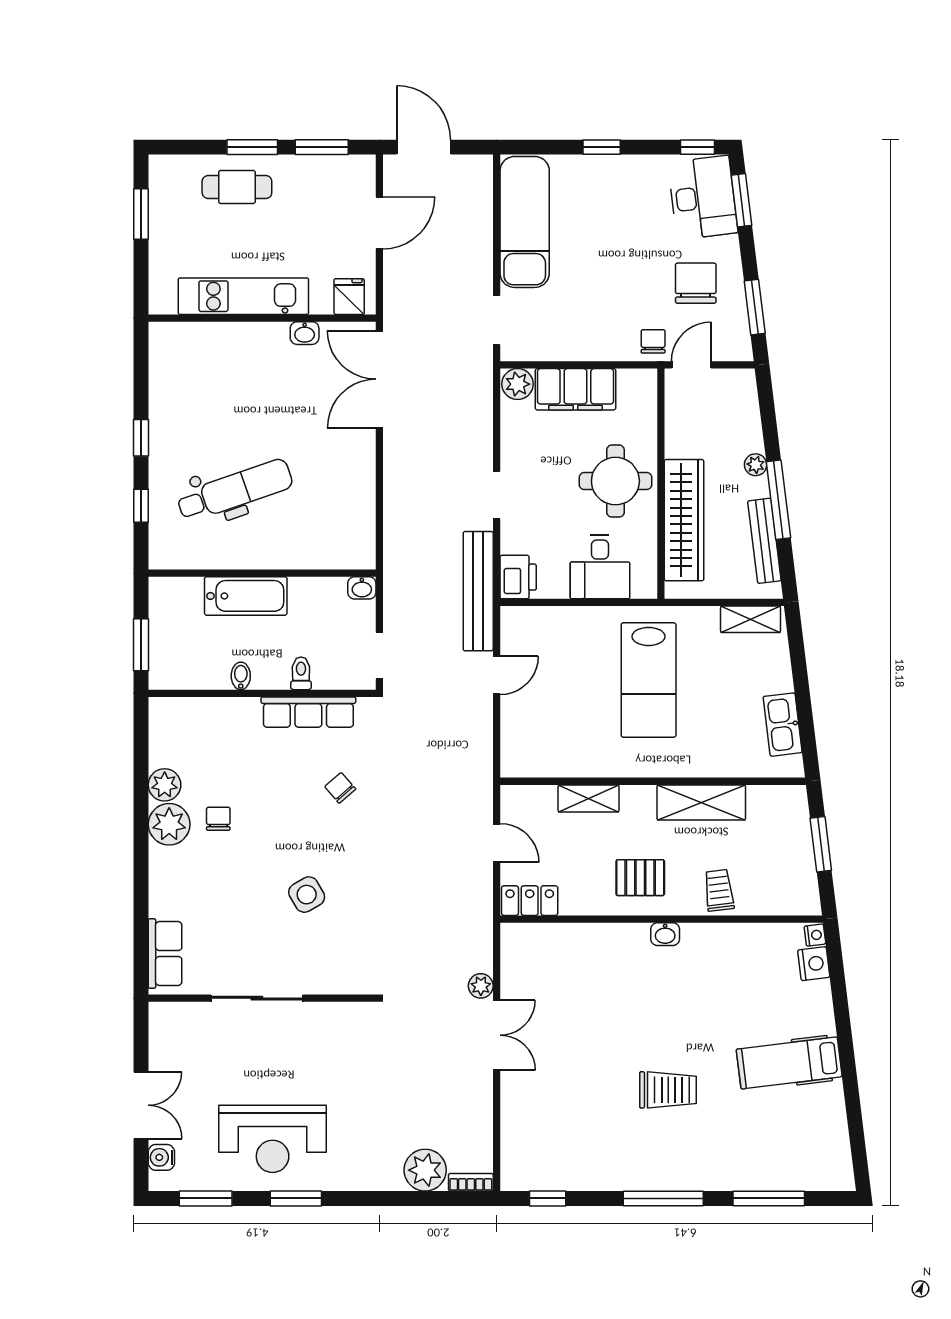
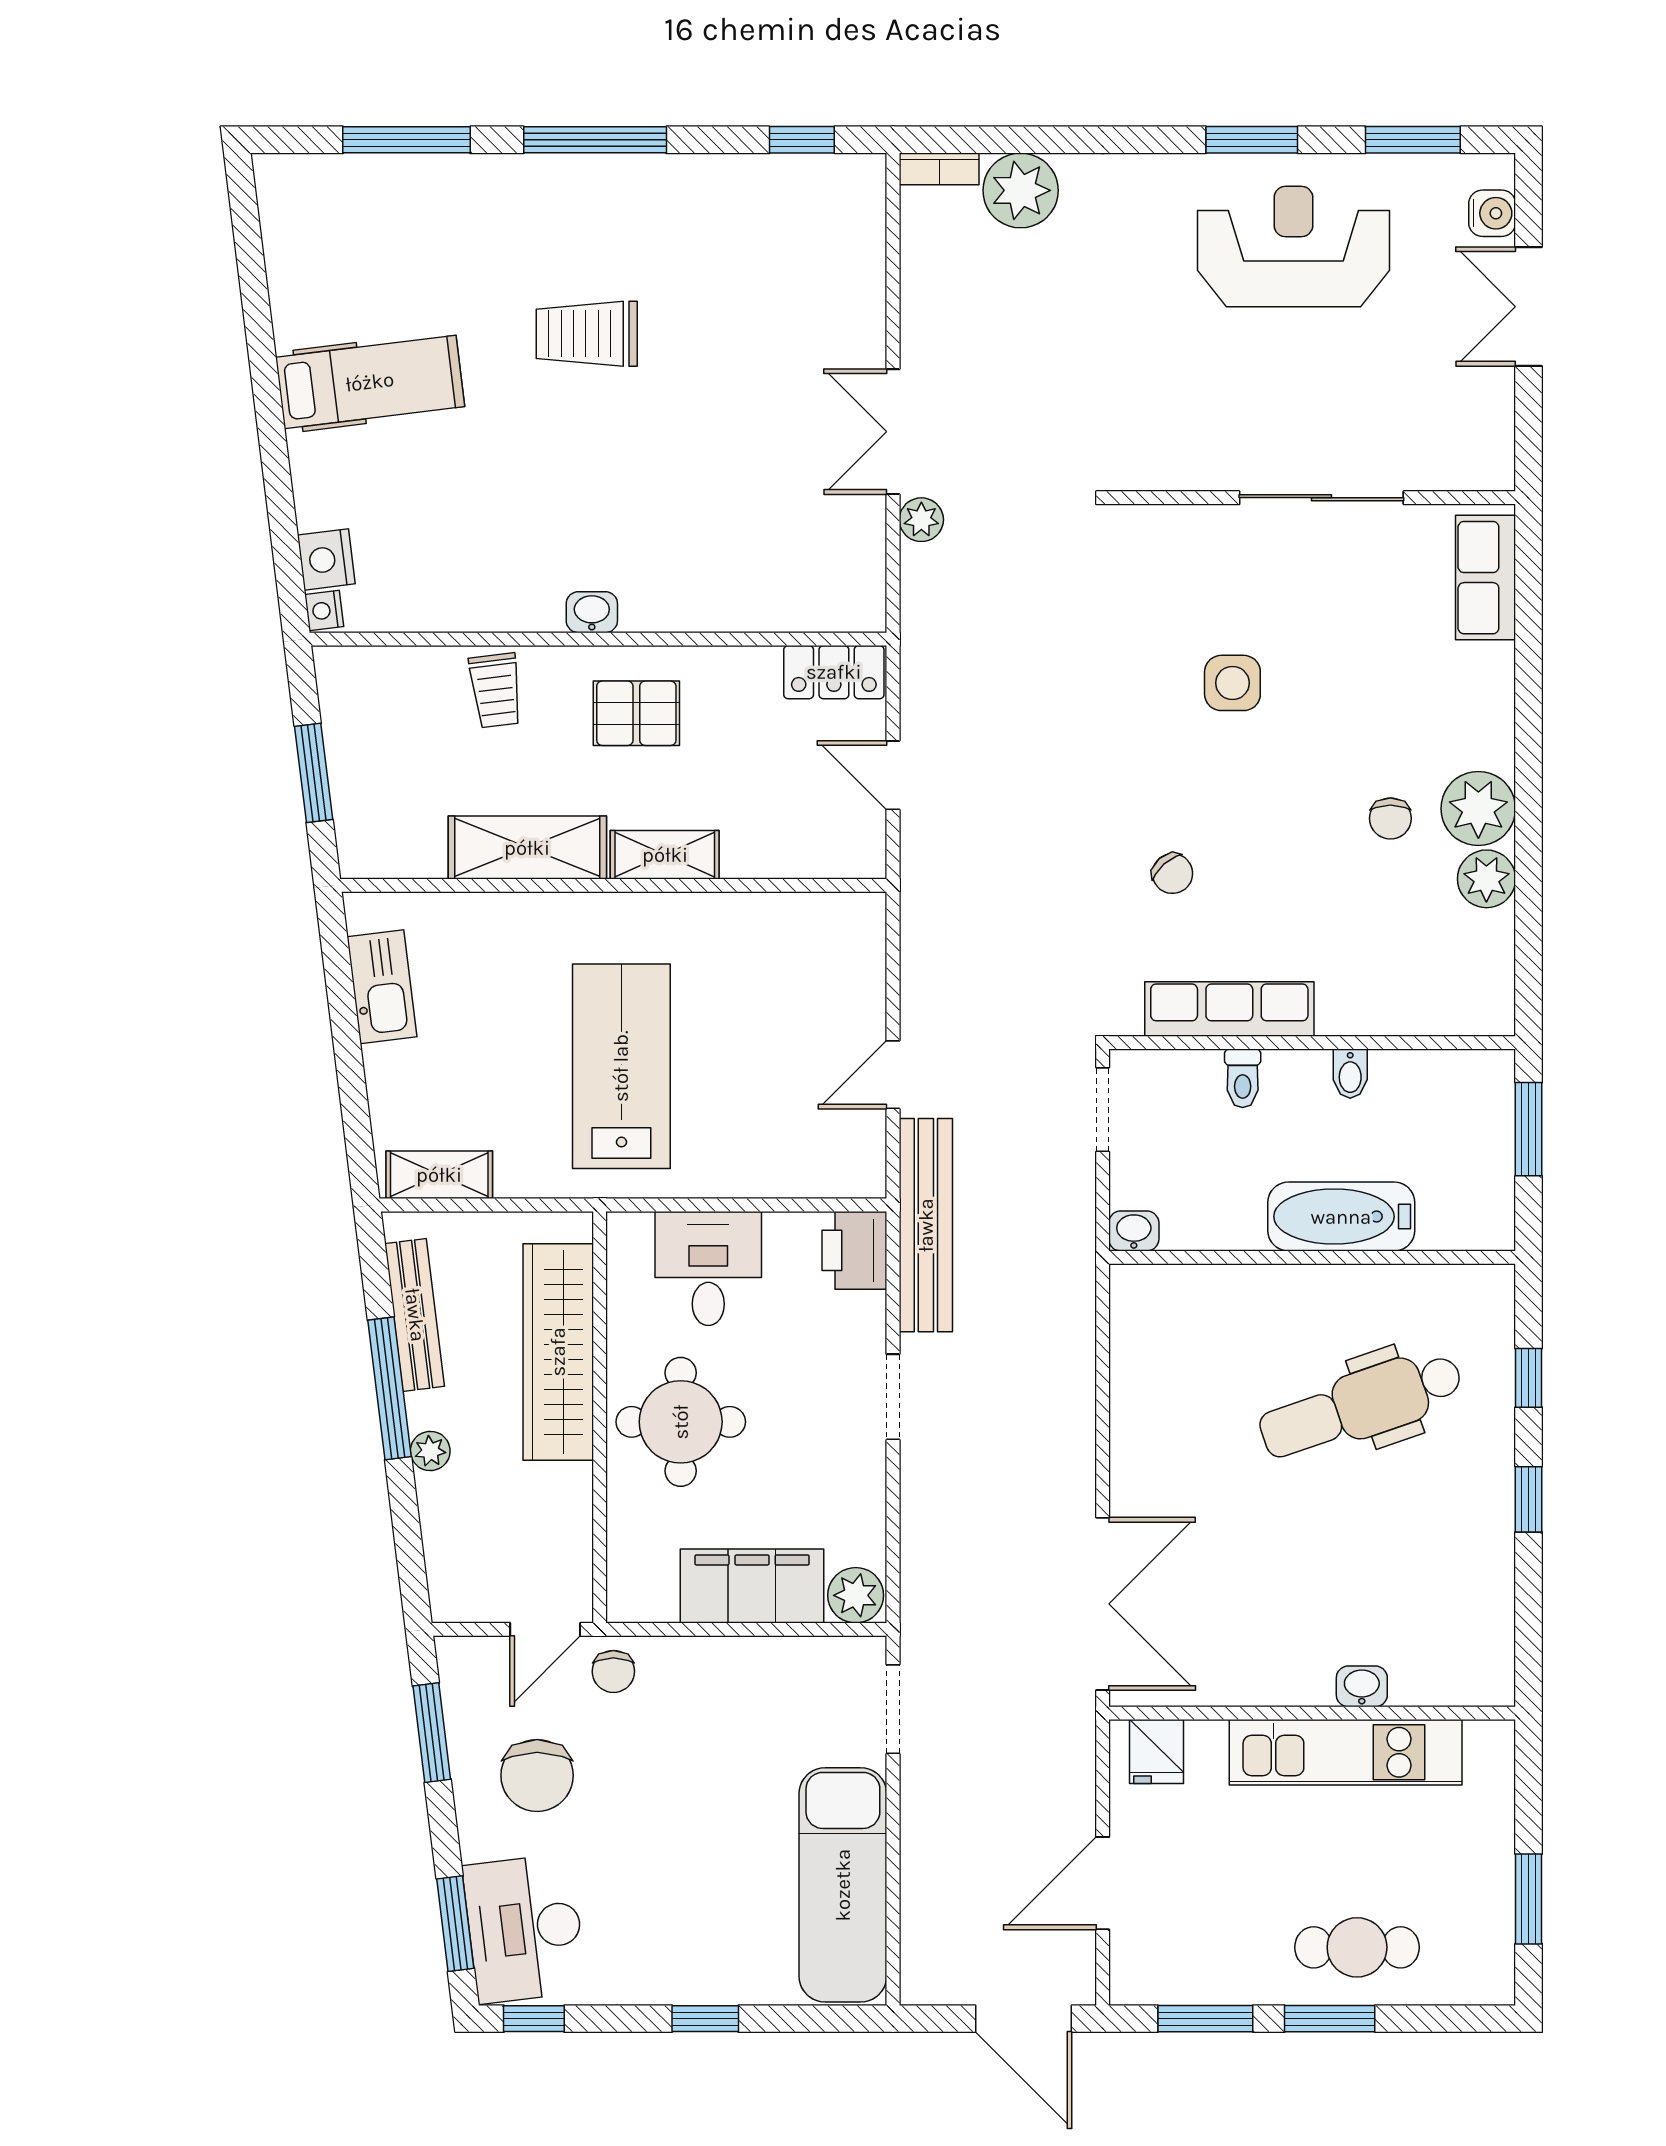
washbasin: (305, 333) -> (1362, 1686), moved
shelving: (589, 798) -> (665, 855), moved
side table: (307, 895) -> (1232, 683), turned 30

